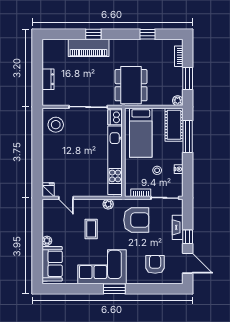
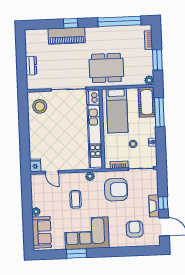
window: (148, 34) -> (119, 21), width x3.17
dining table: (131, 85) -> (106, 68), turned 90
fireplace: (178, 227) -> (154, 206), moved
window: (114, 289) -> (77, 253), moved

